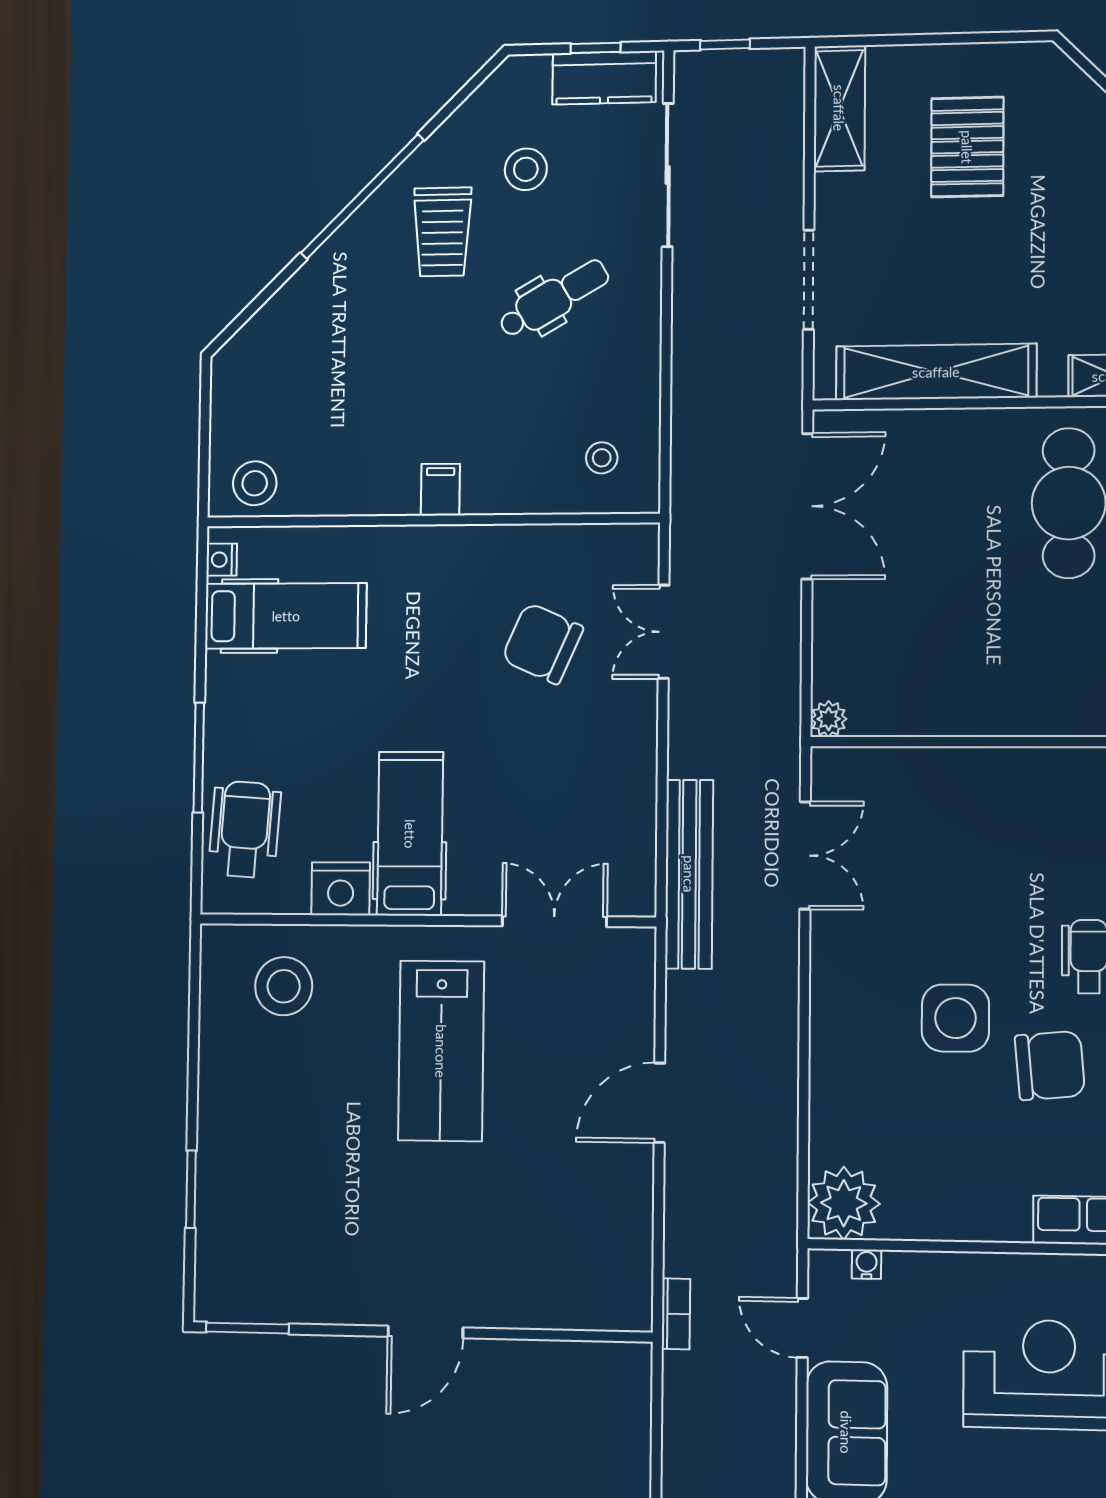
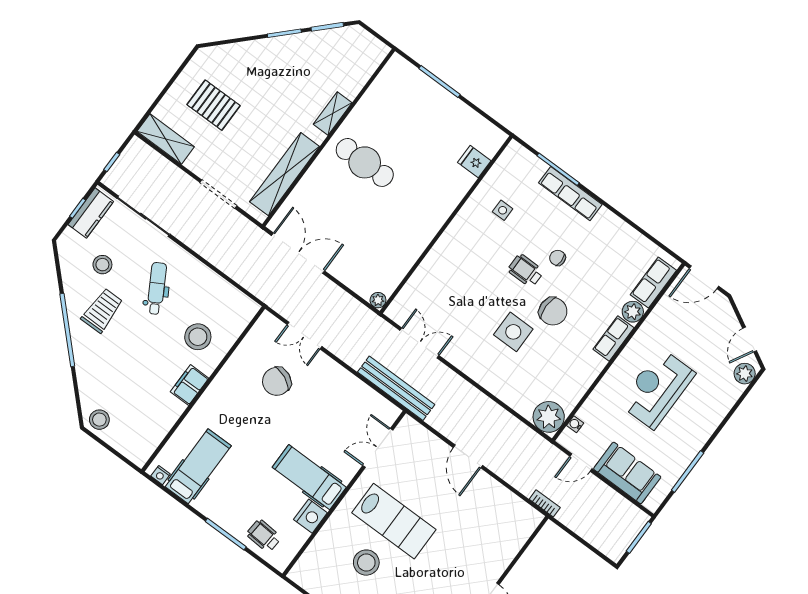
trolley: (442, 232) -> (102, 311), turned -90
stool: (602, 458) -> (198, 337), moved, width x1.89, depth x1.89
stool: (255, 483) -> (99, 420), moved
filing cabinet: (440, 490) -> (190, 385), width x2.00
wheelchair: (245, 829) -> (264, 536), width x0.73, depth x0.73
stool: (284, 986) -> (366, 563), moved
chair: (1050, 1066) -> (553, 311), turned 95

